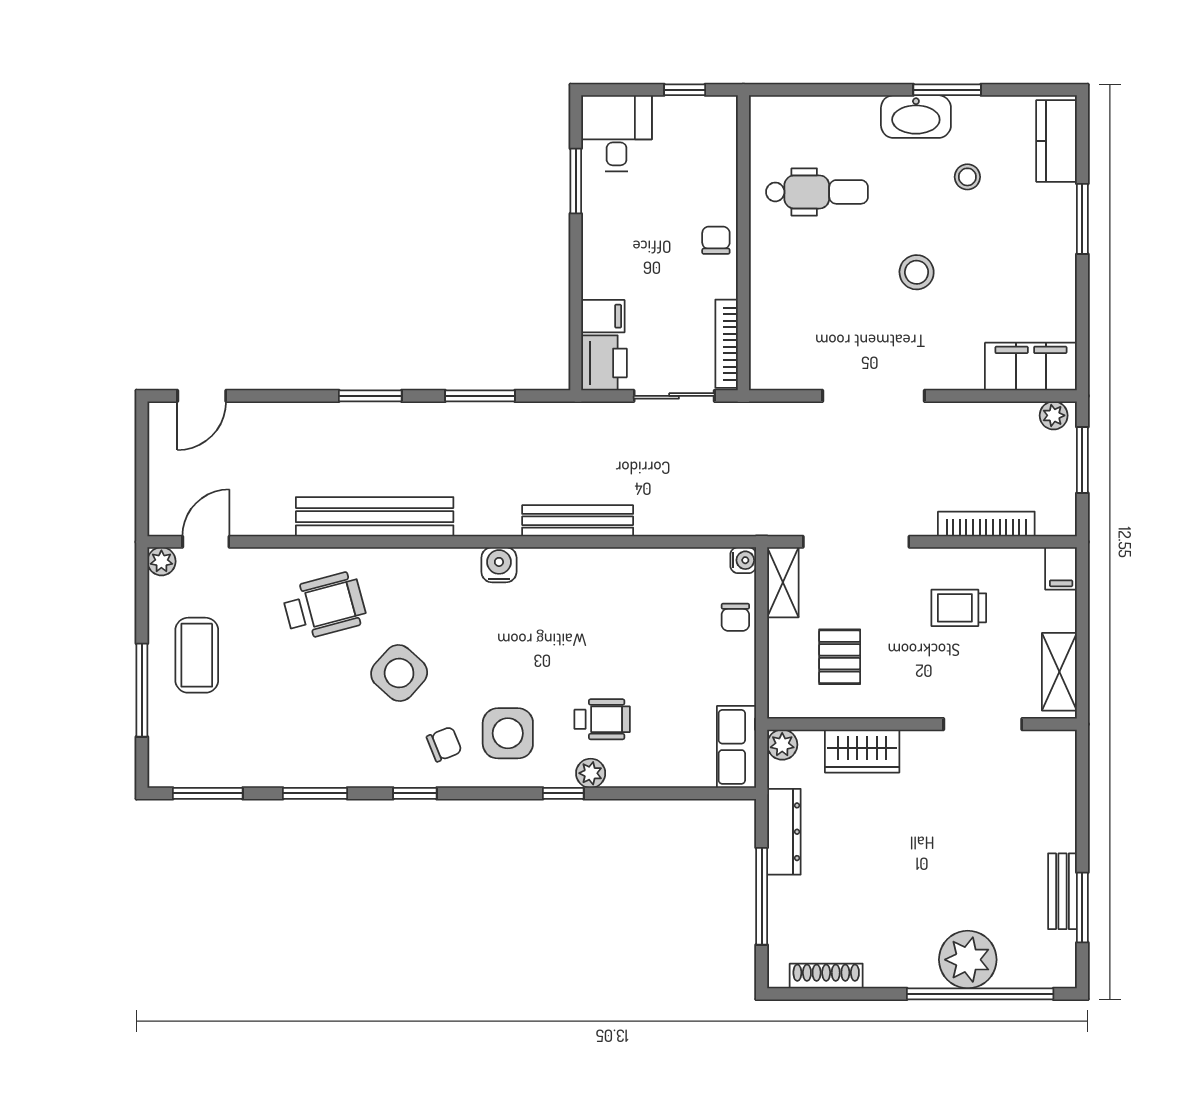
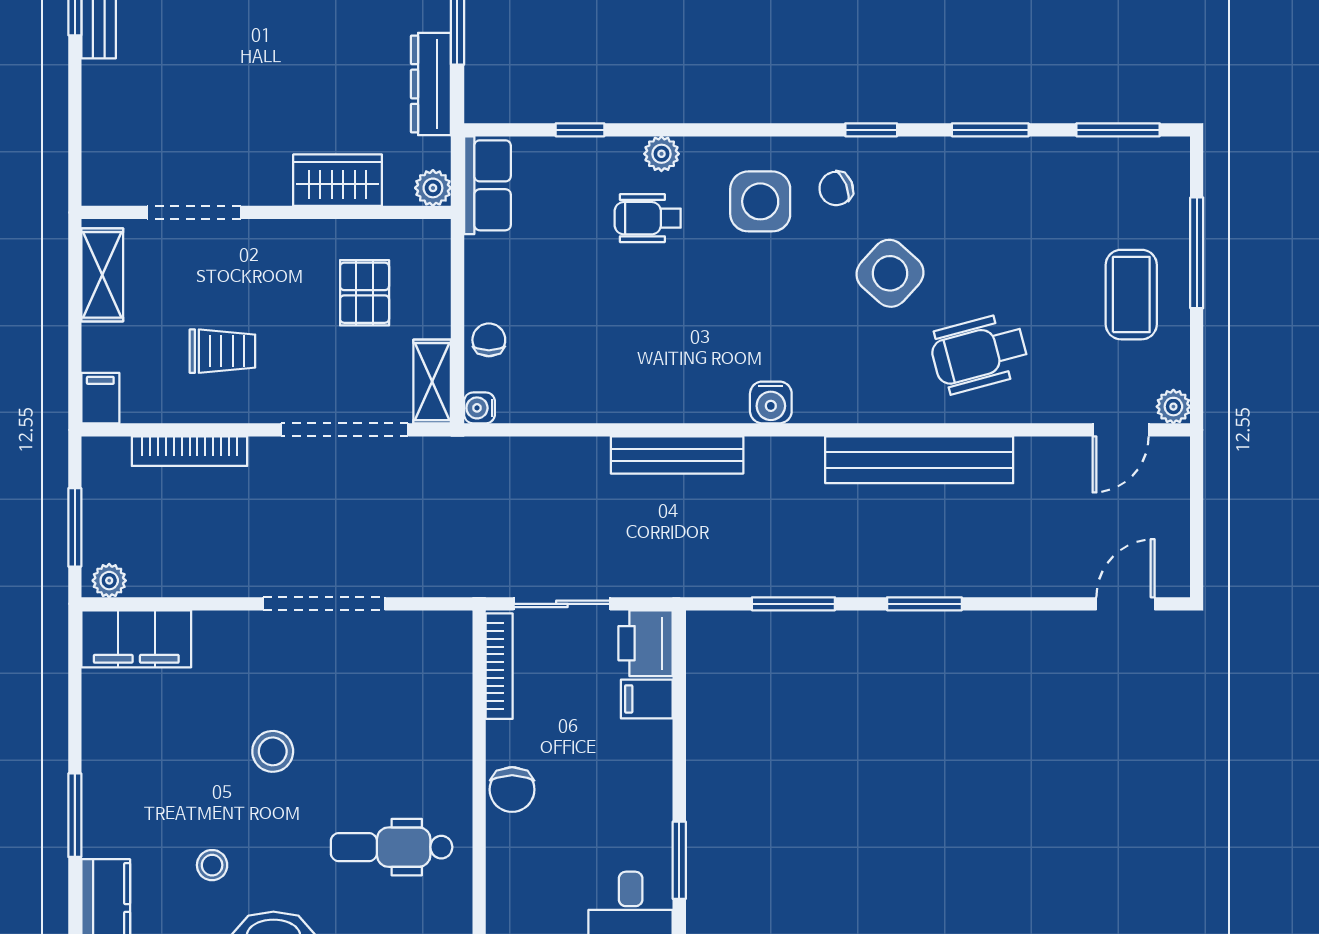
chair: (716, 240) -> (512, 790), width x1.37, depth x1.37
window: (563, 793) -> (580, 130), moved

